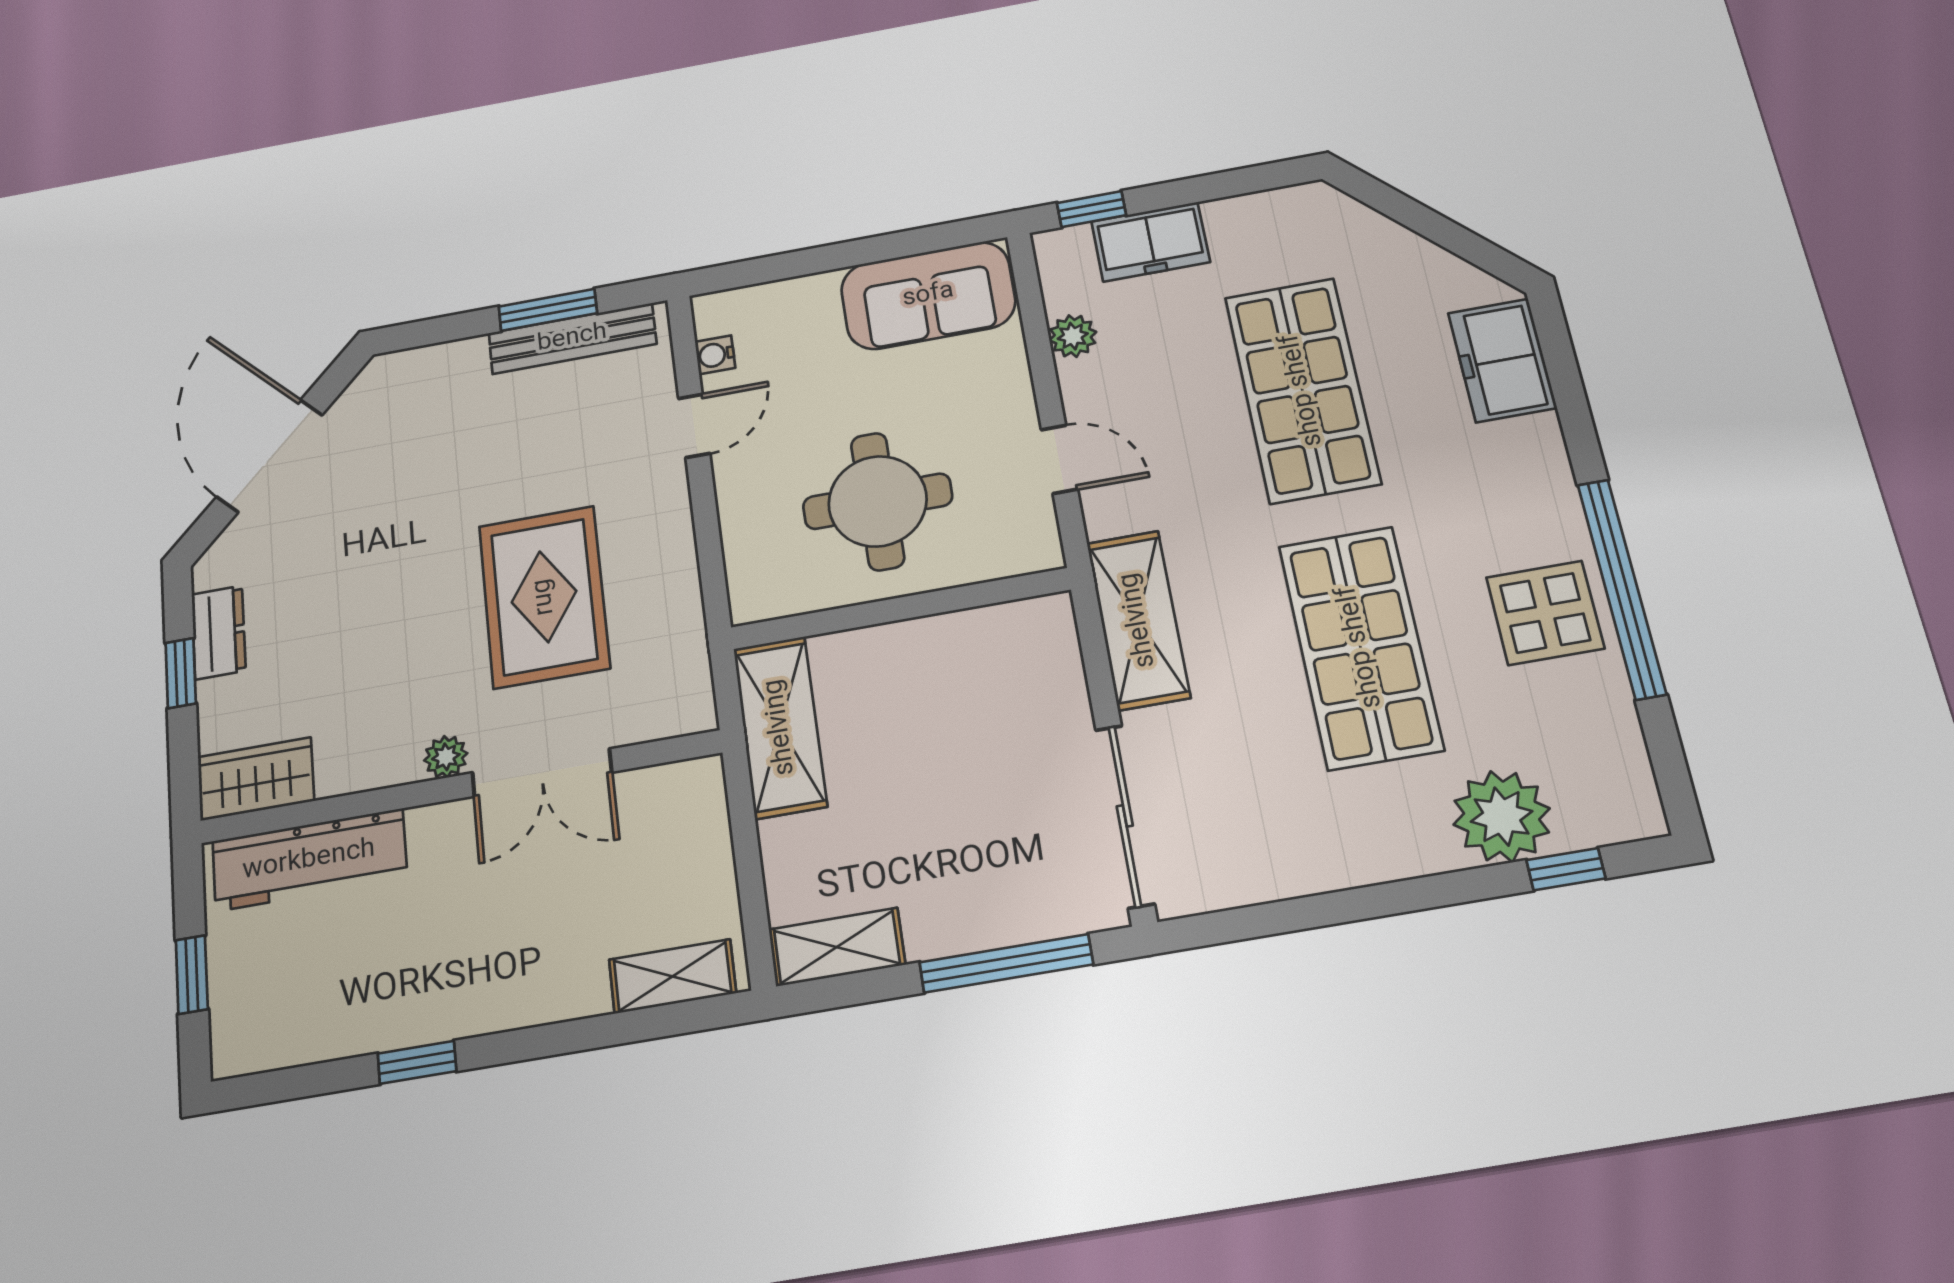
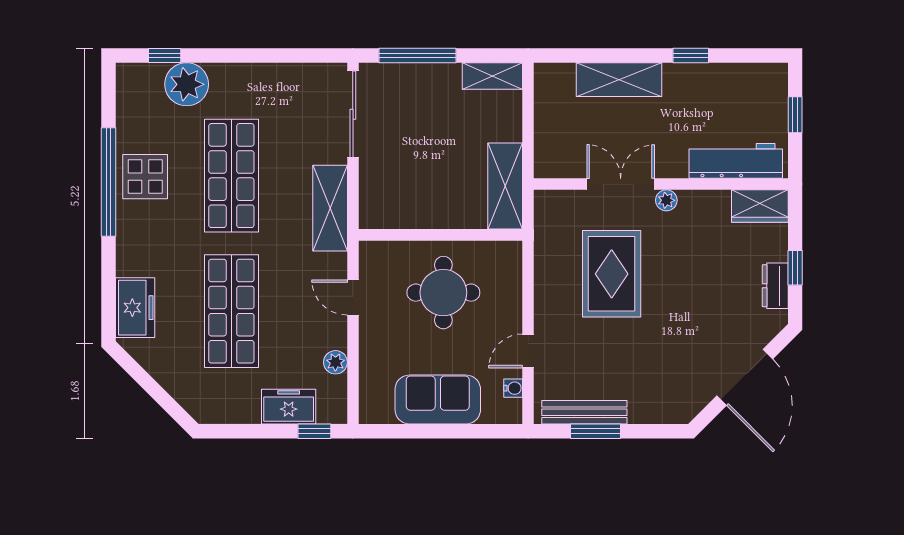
sofa: (928, 295) -> (438, 399), moved
shelving: (672, 976) -> (619, 80), moved, width x1.50, depth x1.33

